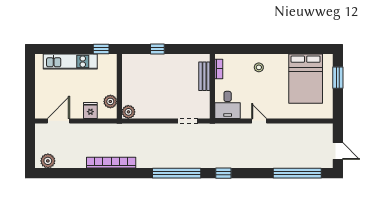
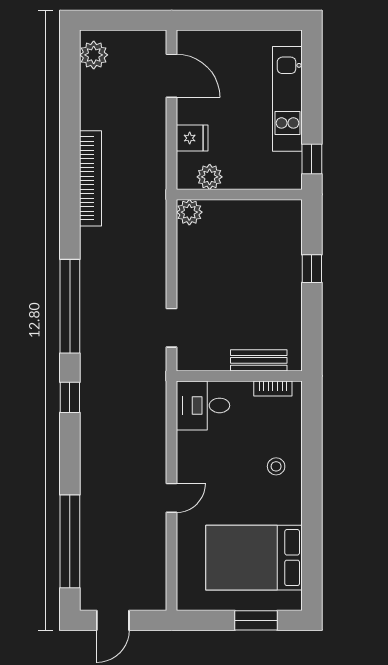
door: (259, 121) -> (172, 498), moved

